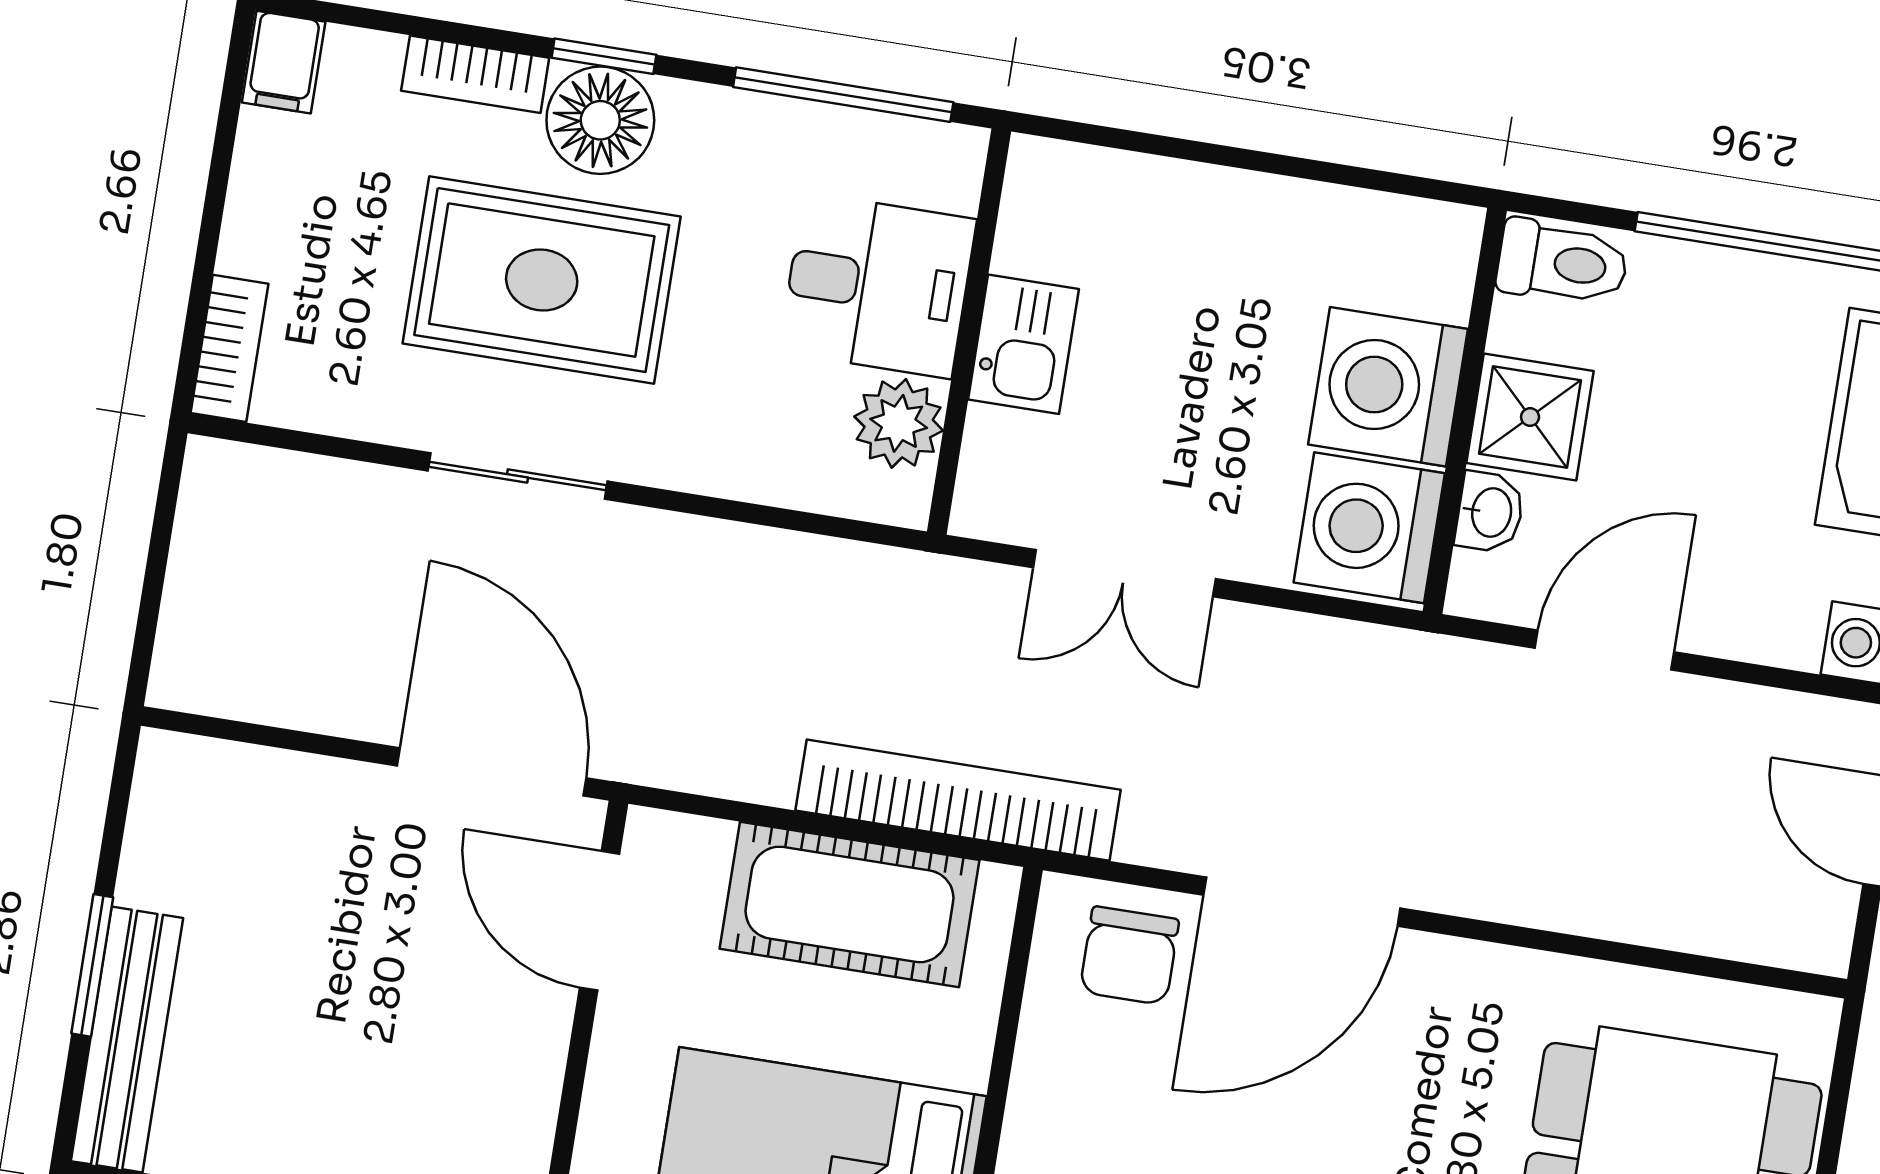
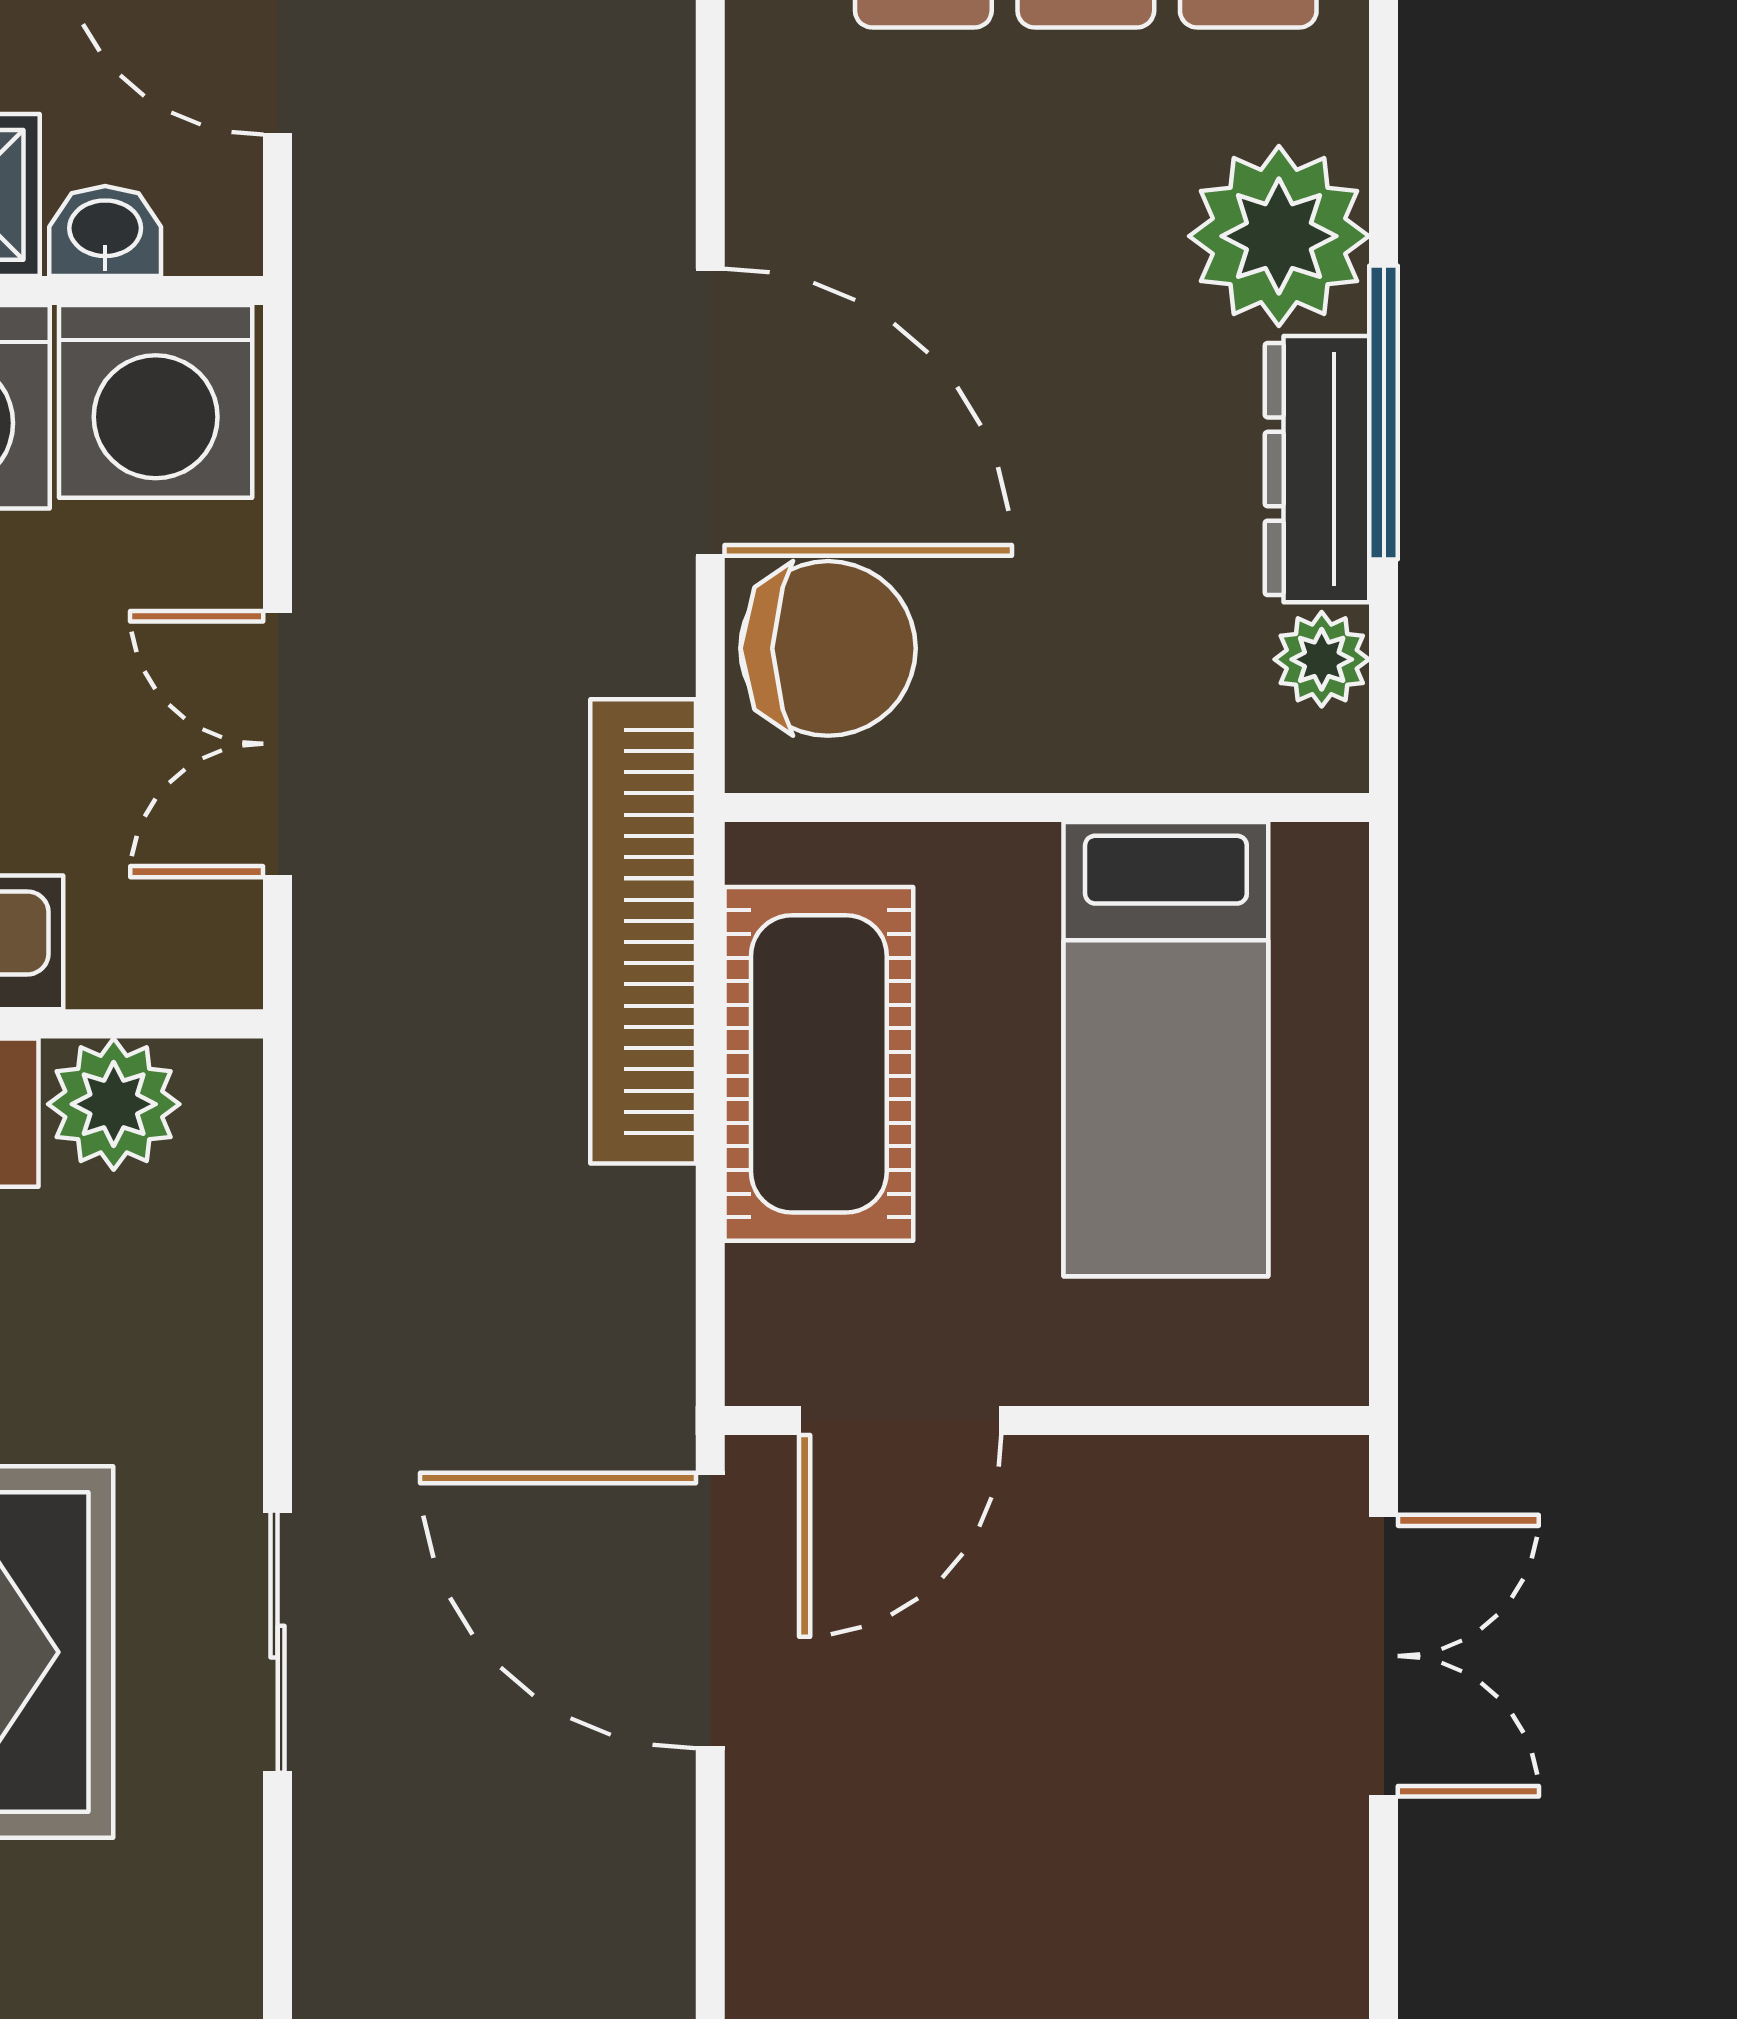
double door: (1124, 573) -> (278, 744), swing flipped
door: (492, 772) -> (710, 1610), hinge flipped
chair: (1129, 956) -> (828, 648), width x1.37, depth x1.37

